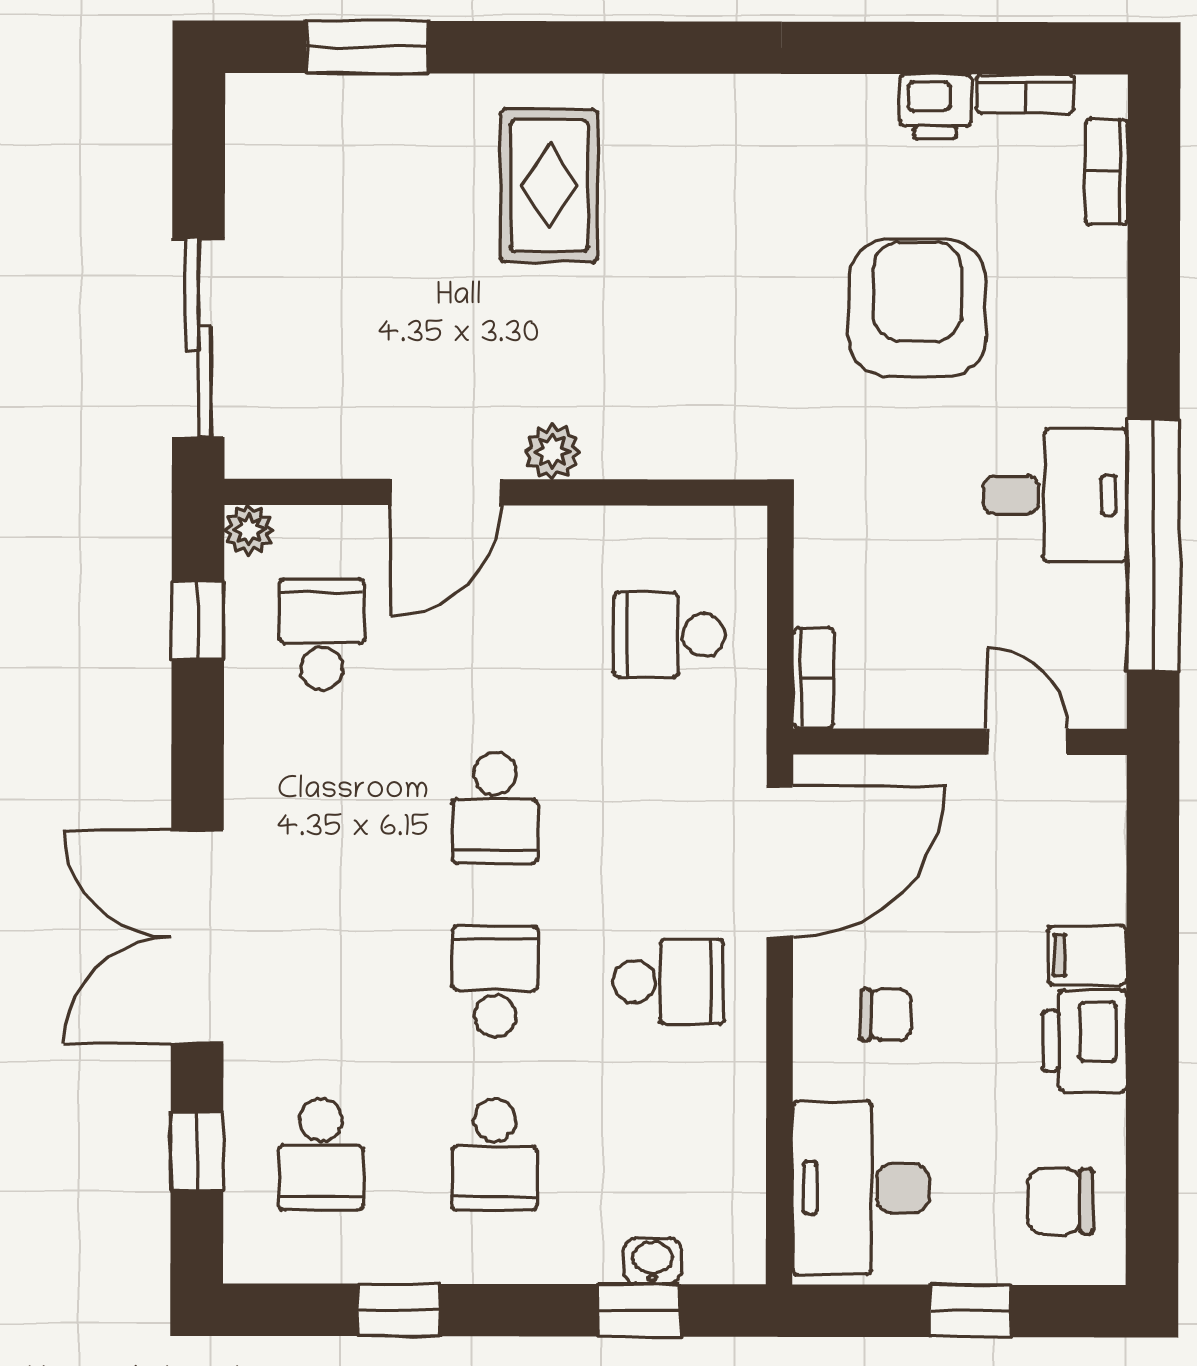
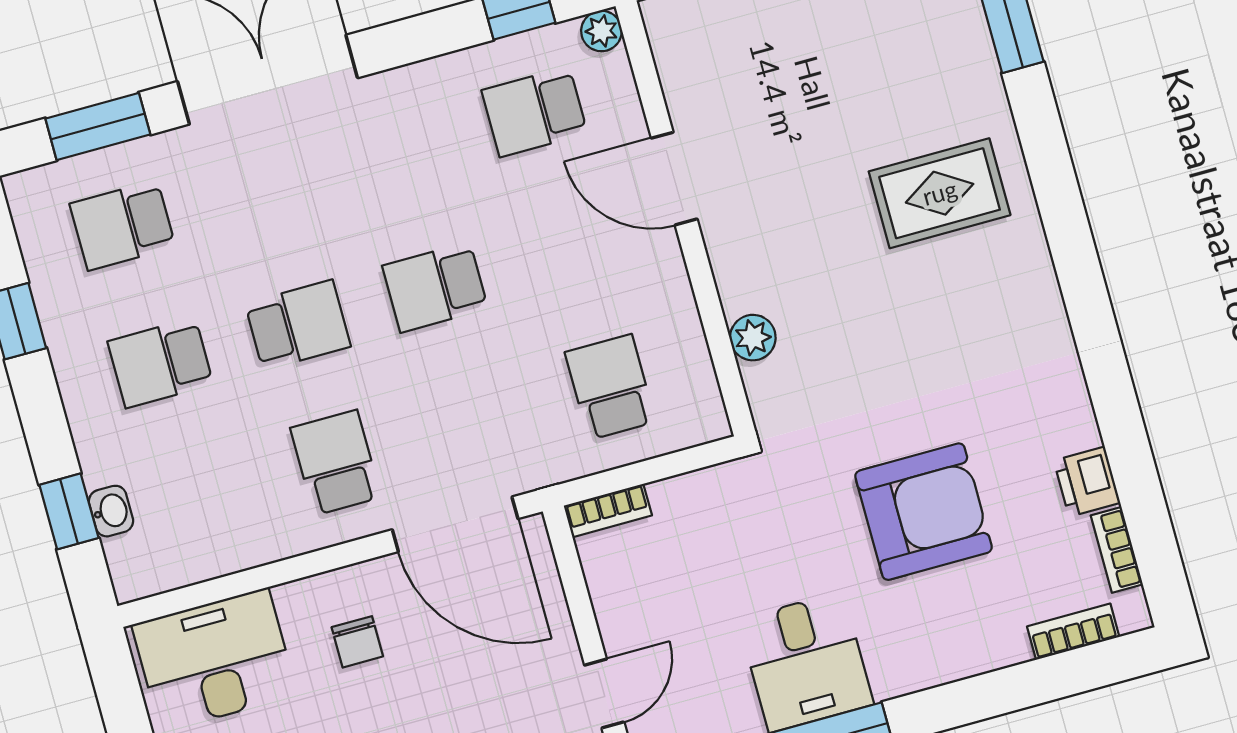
plant: (552, 451) -> (753, 338), moved
school desk: (322, 634) -> (535, 112), turned 180
school desk: (669, 982) -> (336, 463), turned 180
window: (197, 1151) -> (98, 126), width x1.50

